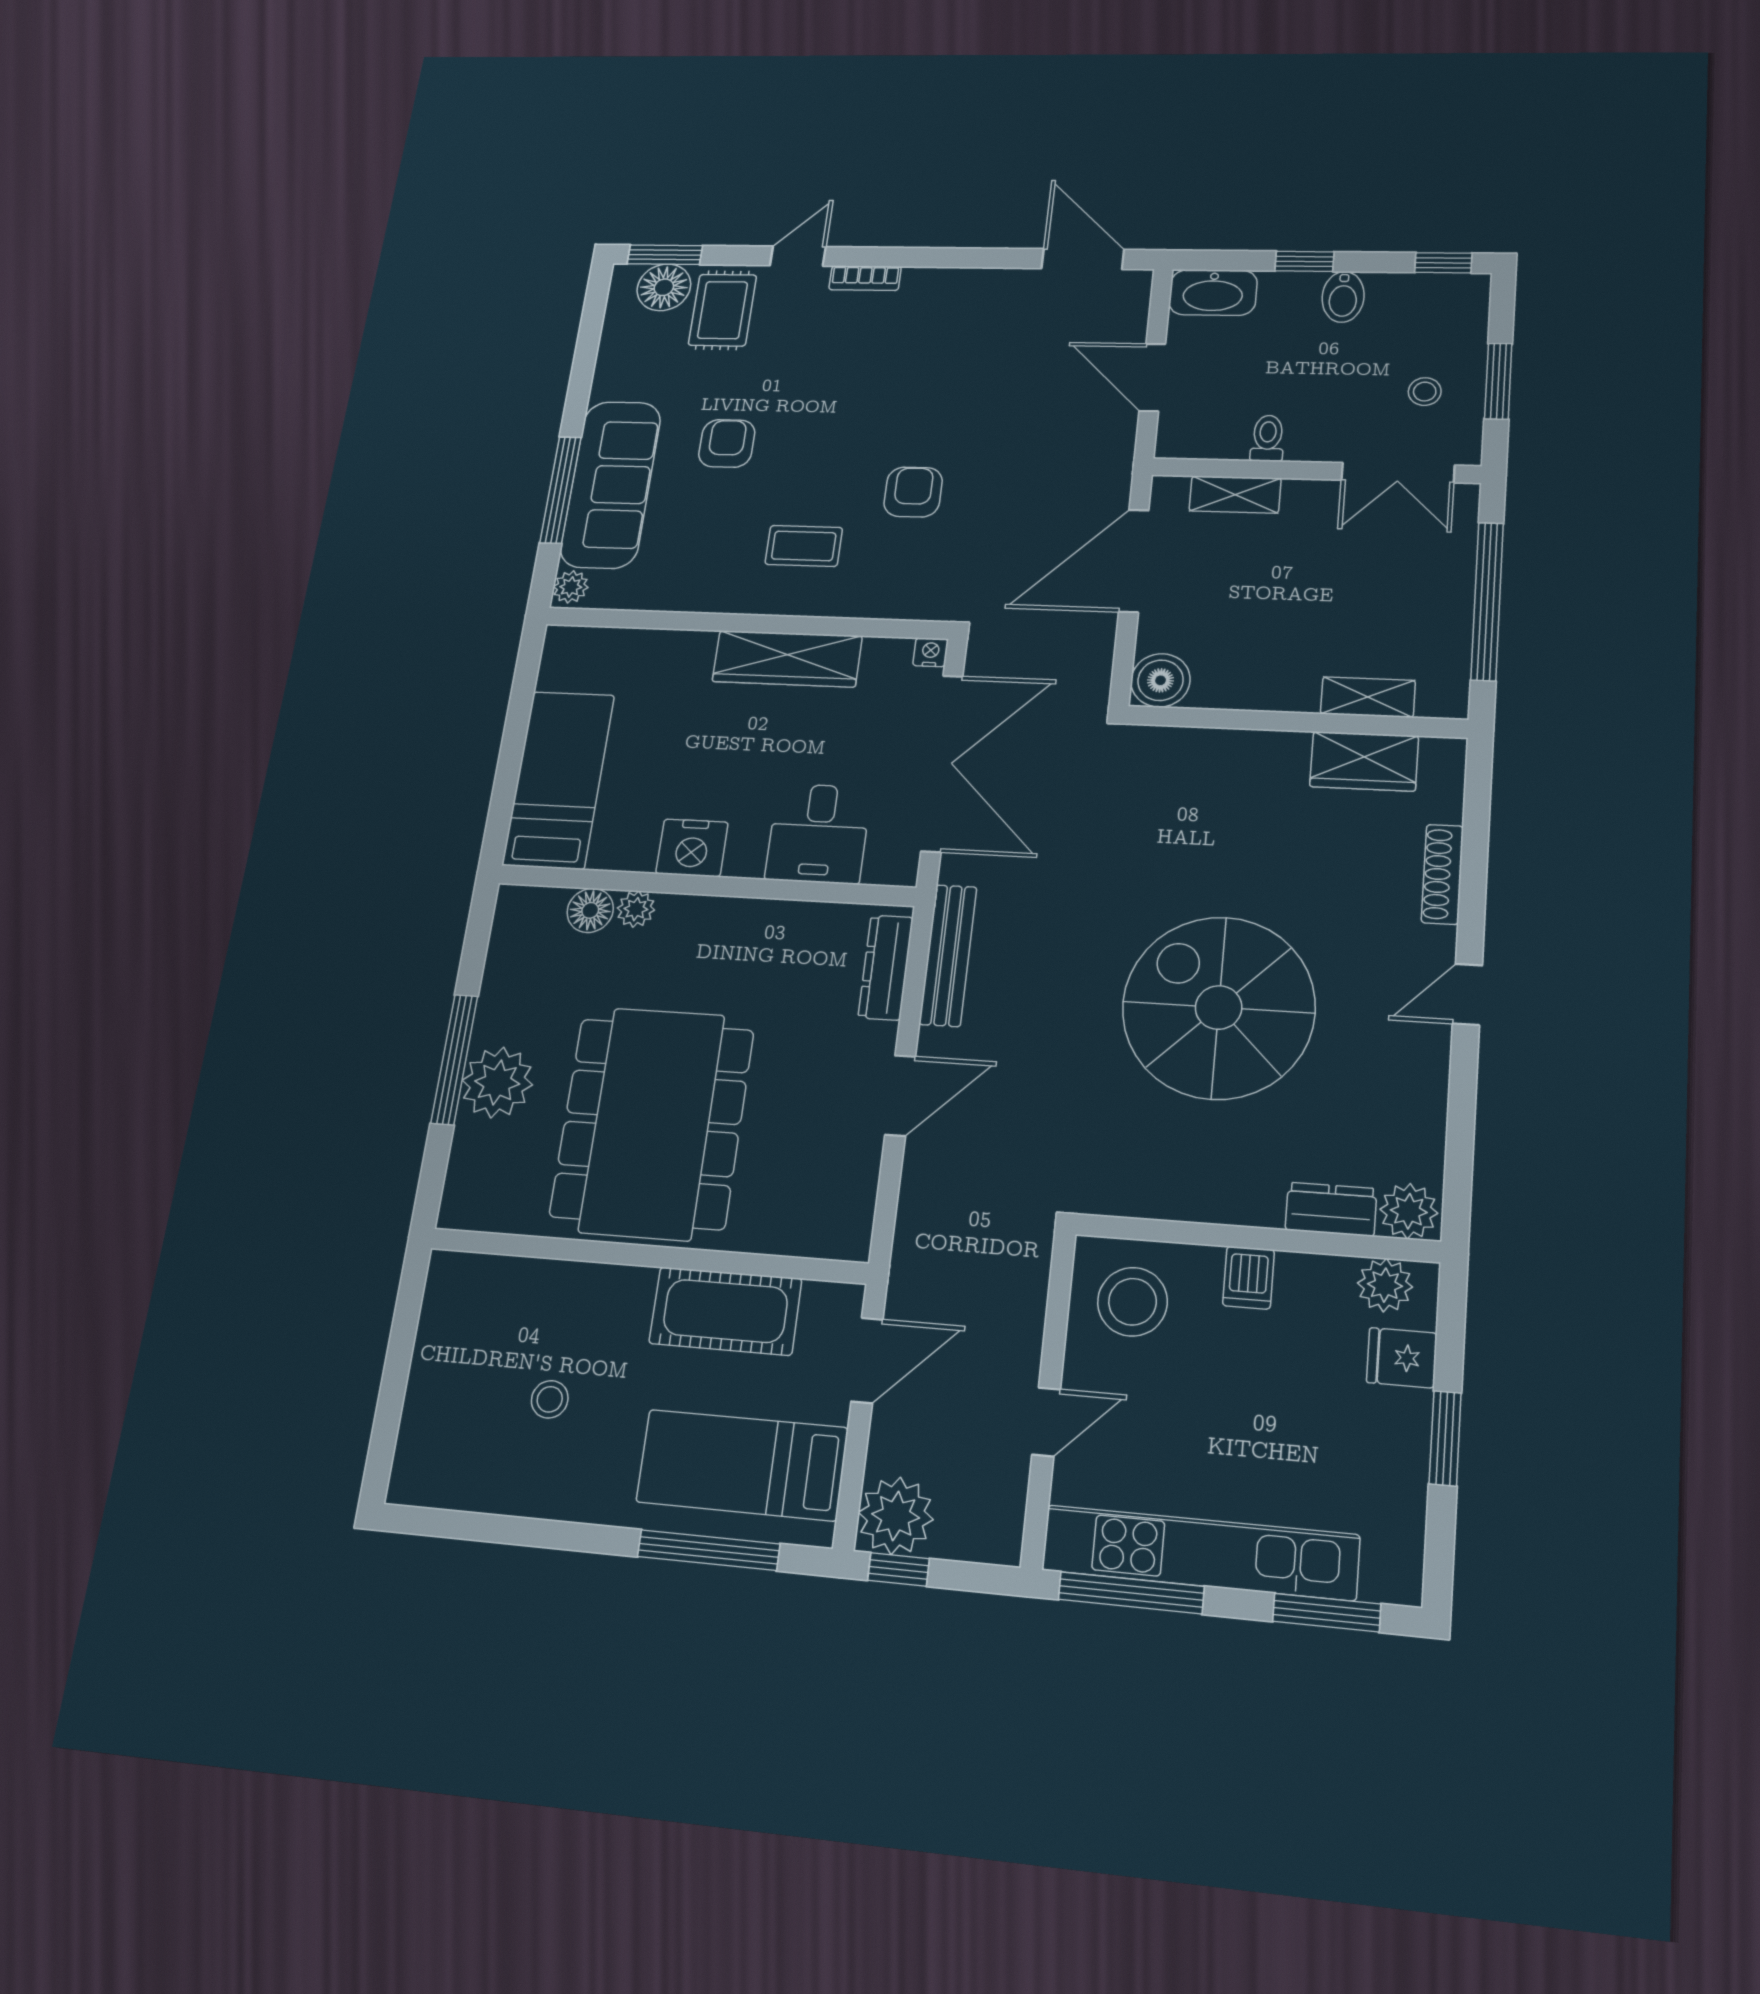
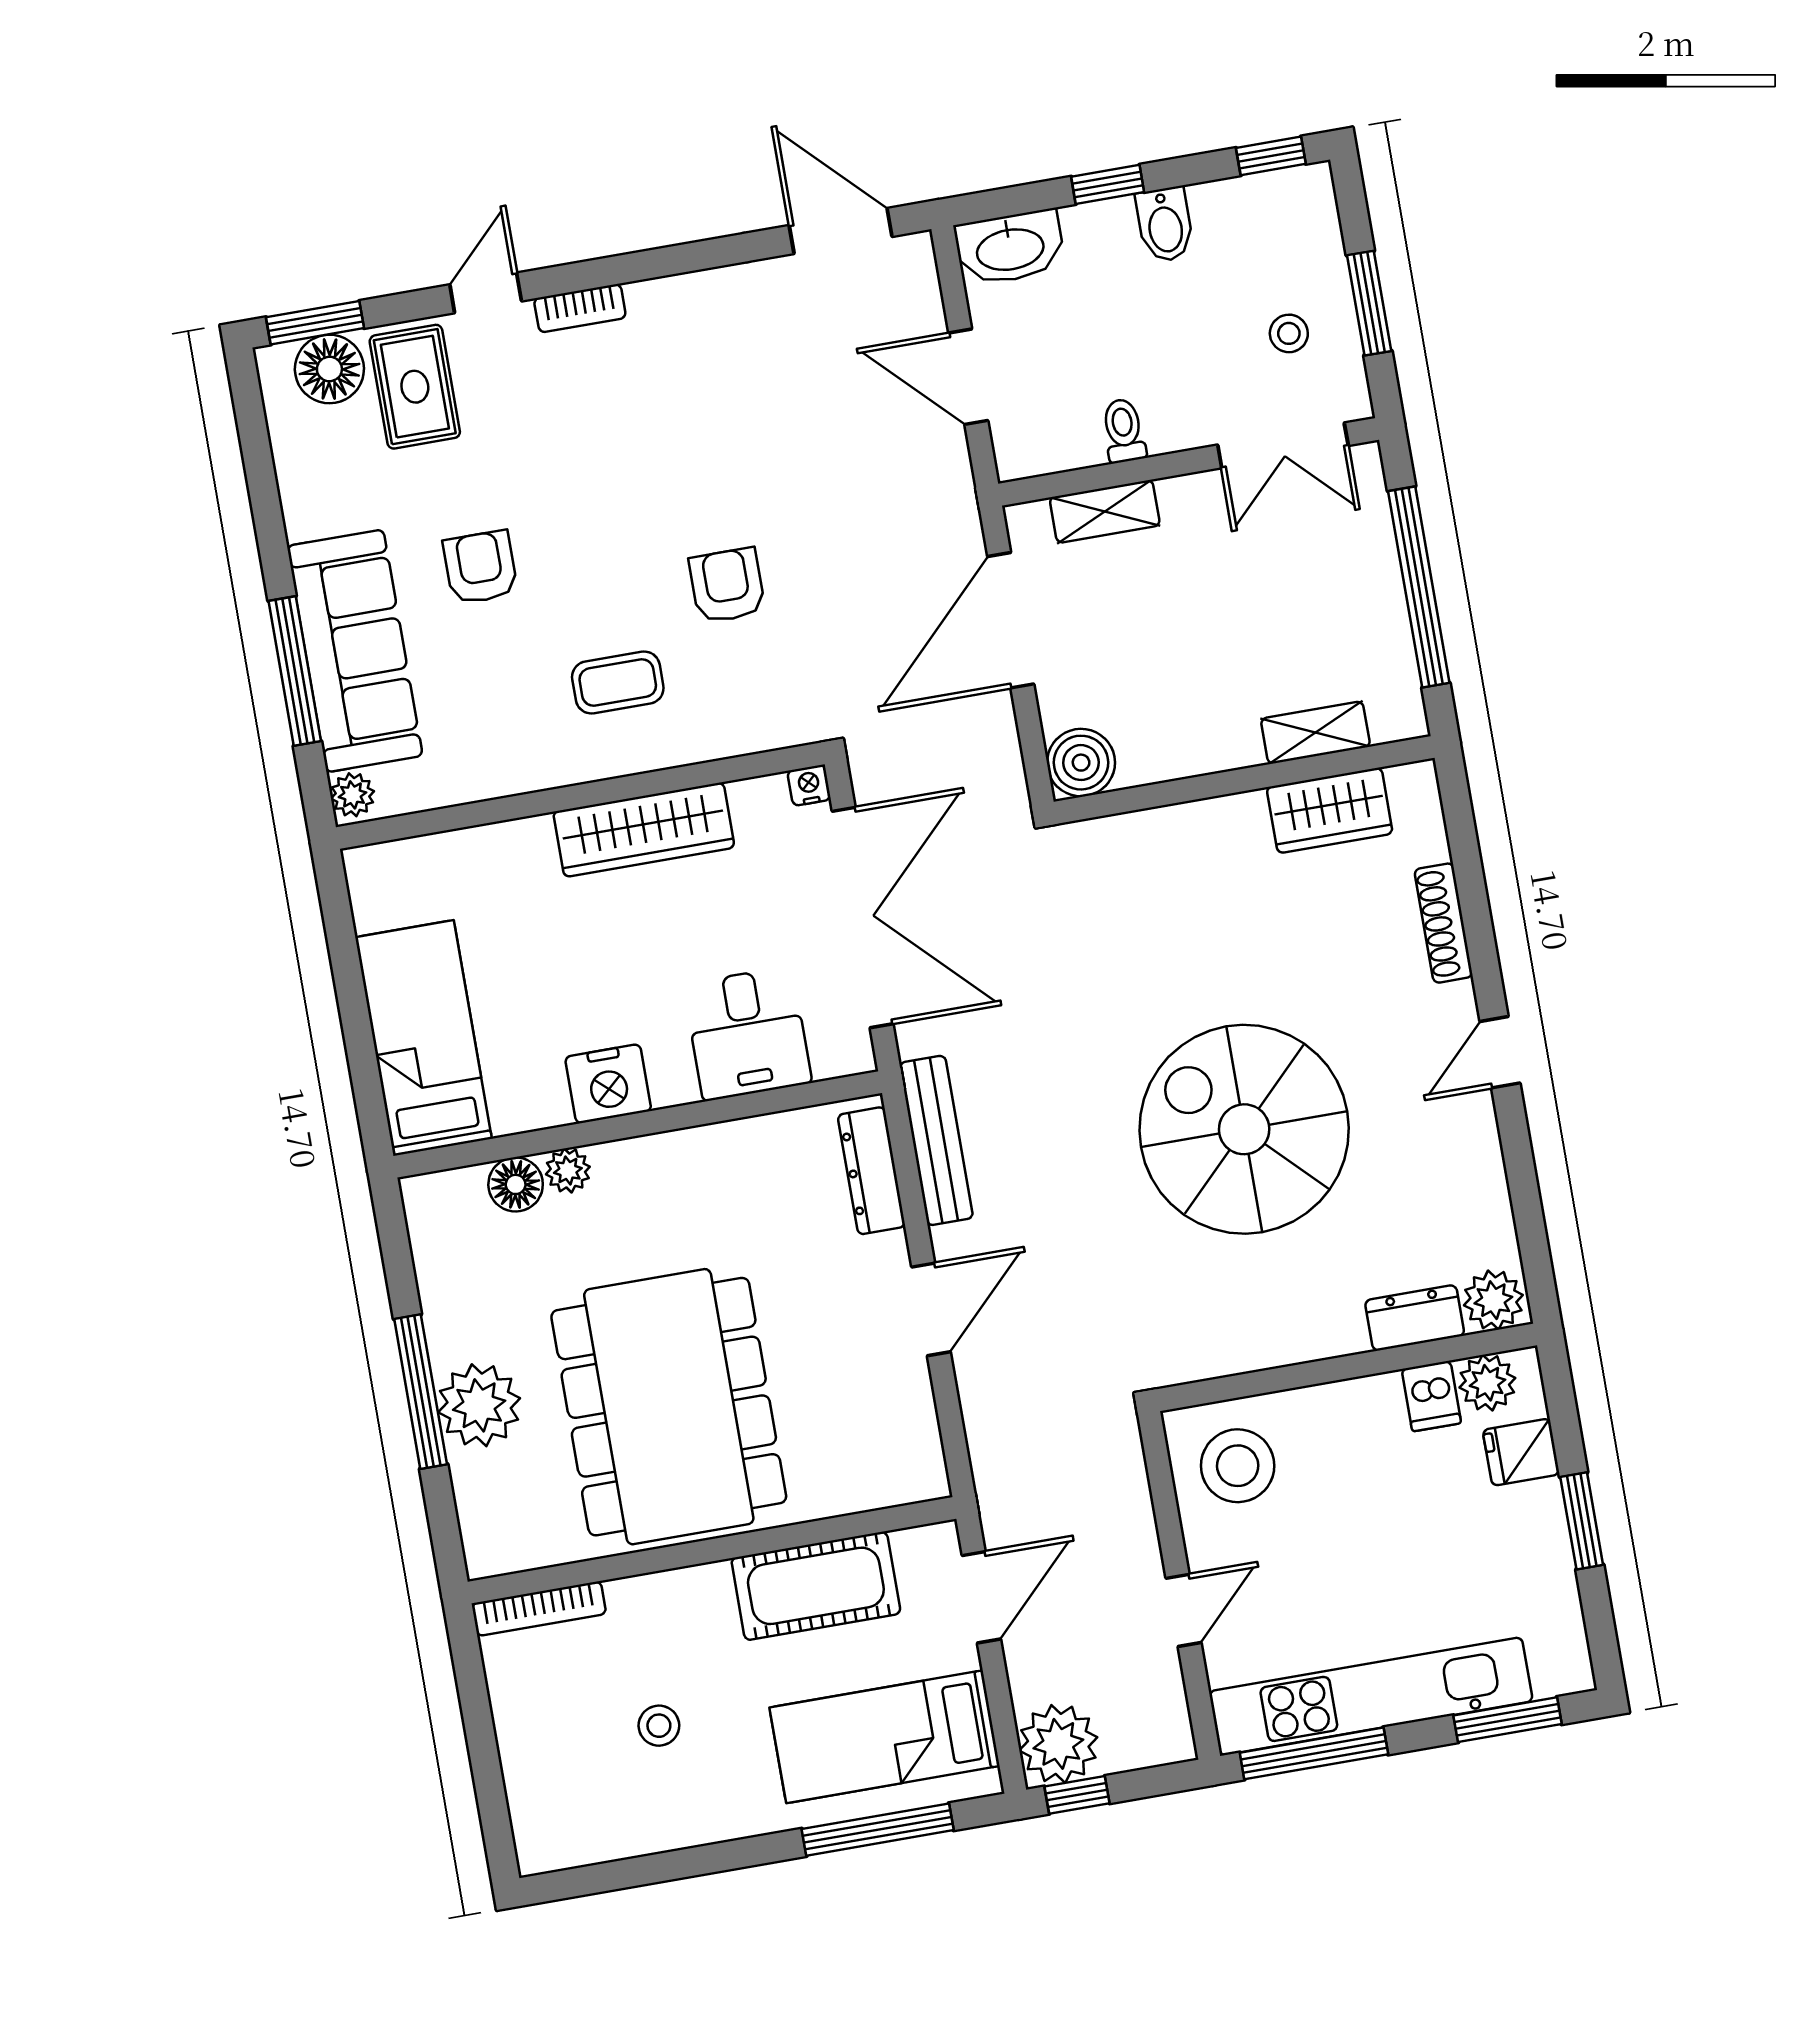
bookcase: (485, 1268) -> (539, 1609), added
dishwasher: (1248, 1278) -> (1431, 1396), moved

